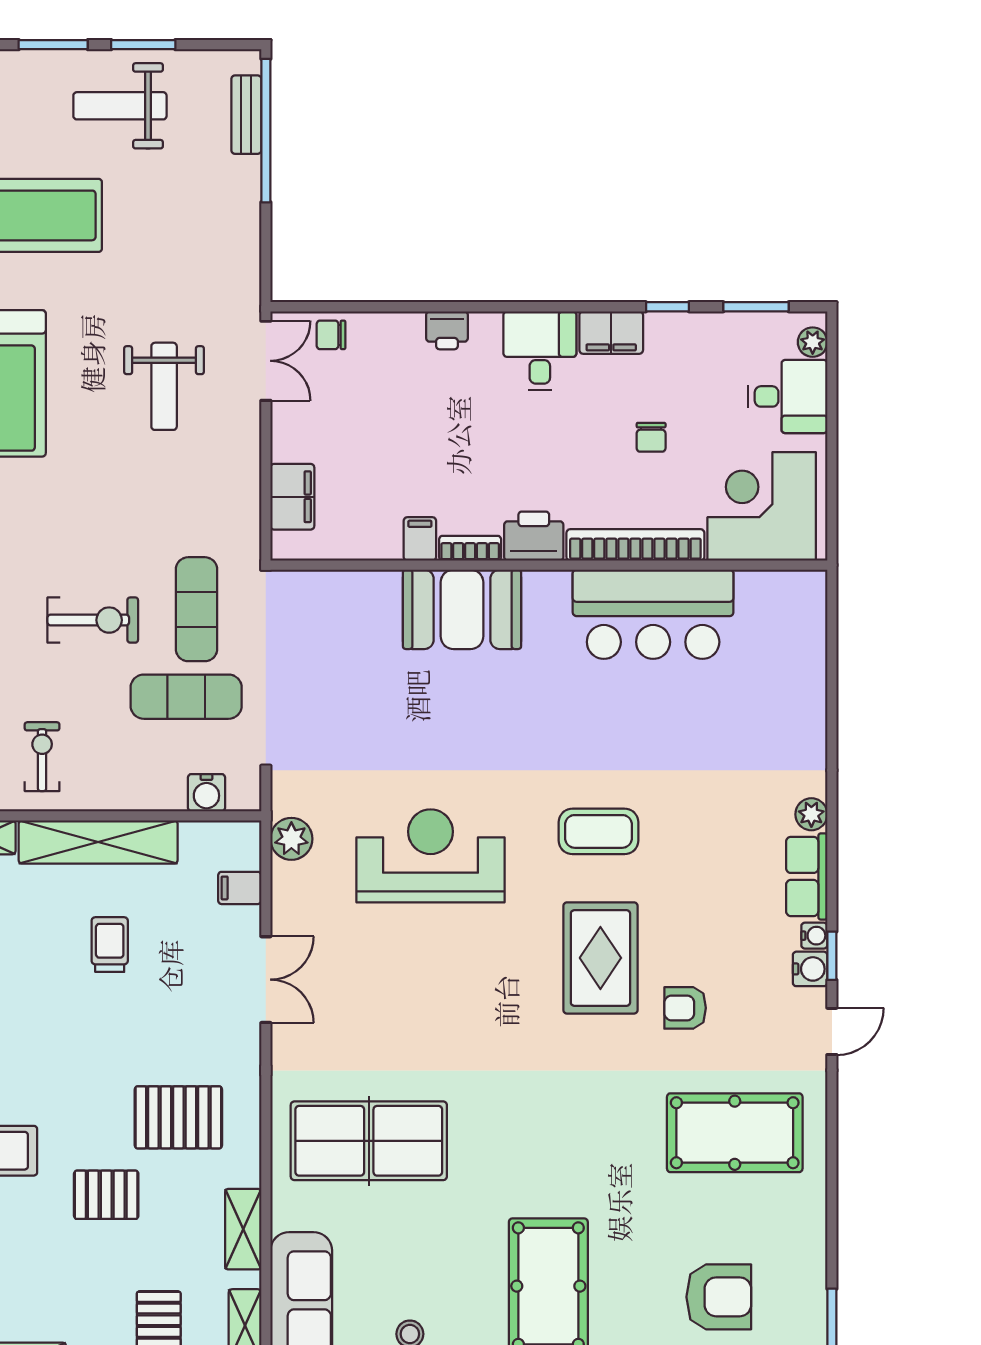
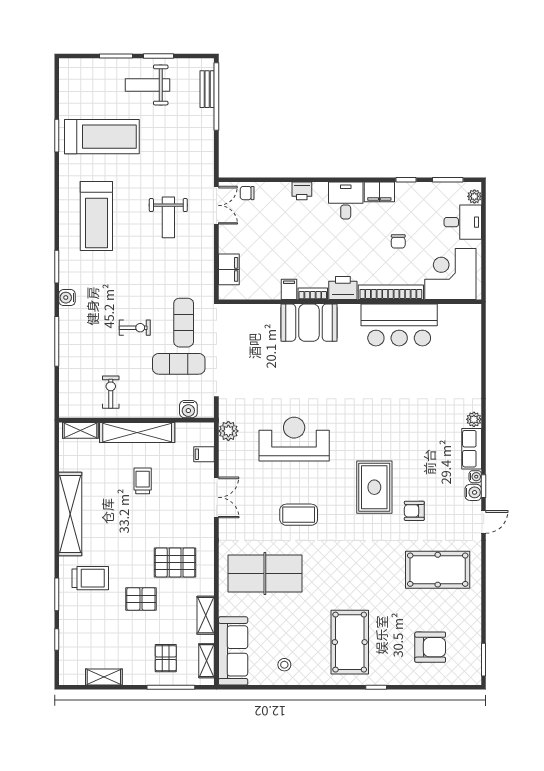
exercise bike: (93, 620) -> (135, 328), width x0.73, depth x0.72
coffee table: (598, 831) -> (299, 515), moved

